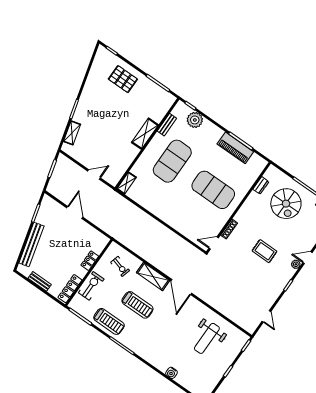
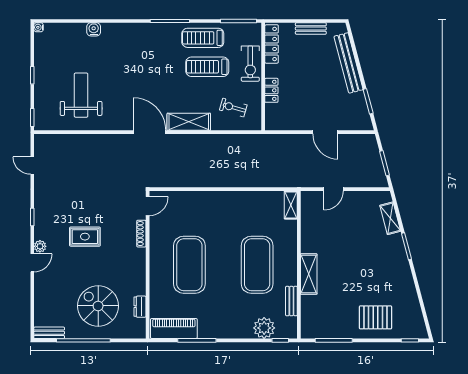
piano: (235, 148) -> (174, 328), moved
exercise mat: (213, 190) -> (189, 265), turned 90
treadmill: (137, 305) -> (207, 67), moved

